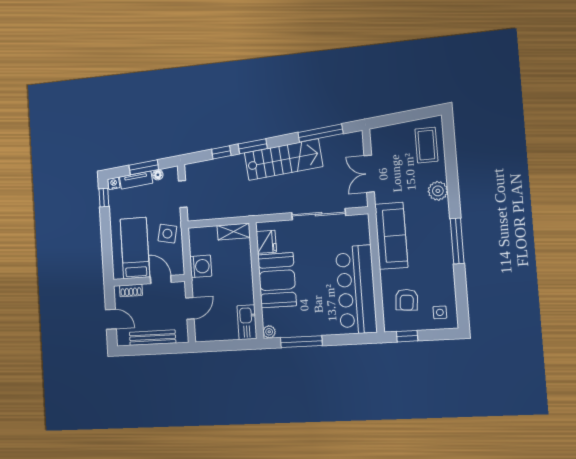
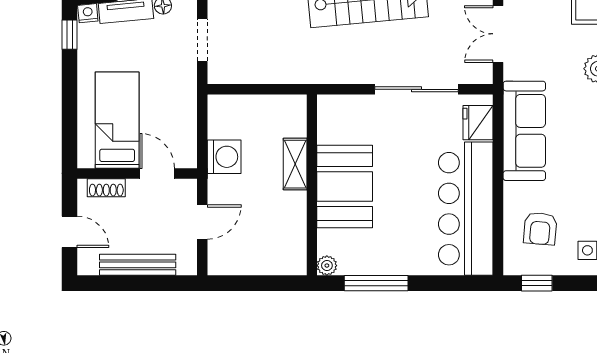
shelving: (234, 232) -> (295, 164), moved, turned 90
side table: (167, 234) -> (173, 101), removed
fridge: (266, 242) -> (478, 123), moved, turned 180
kitchen sink: (247, 322) -> (293, 249), removed

